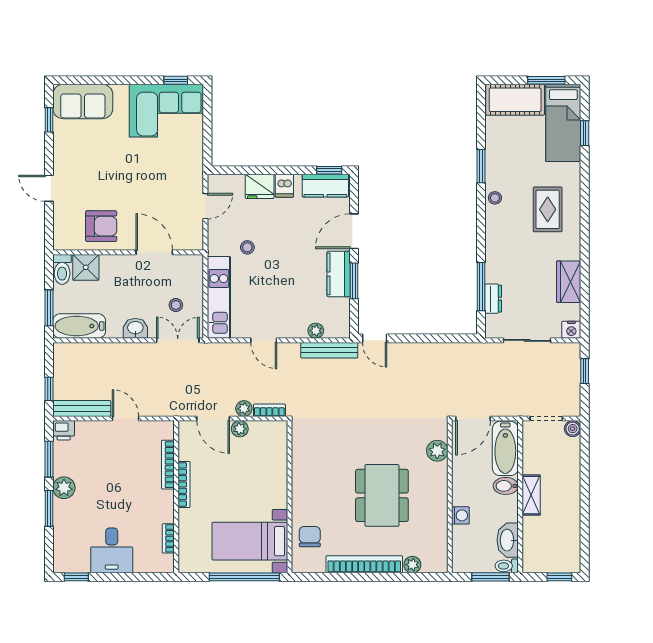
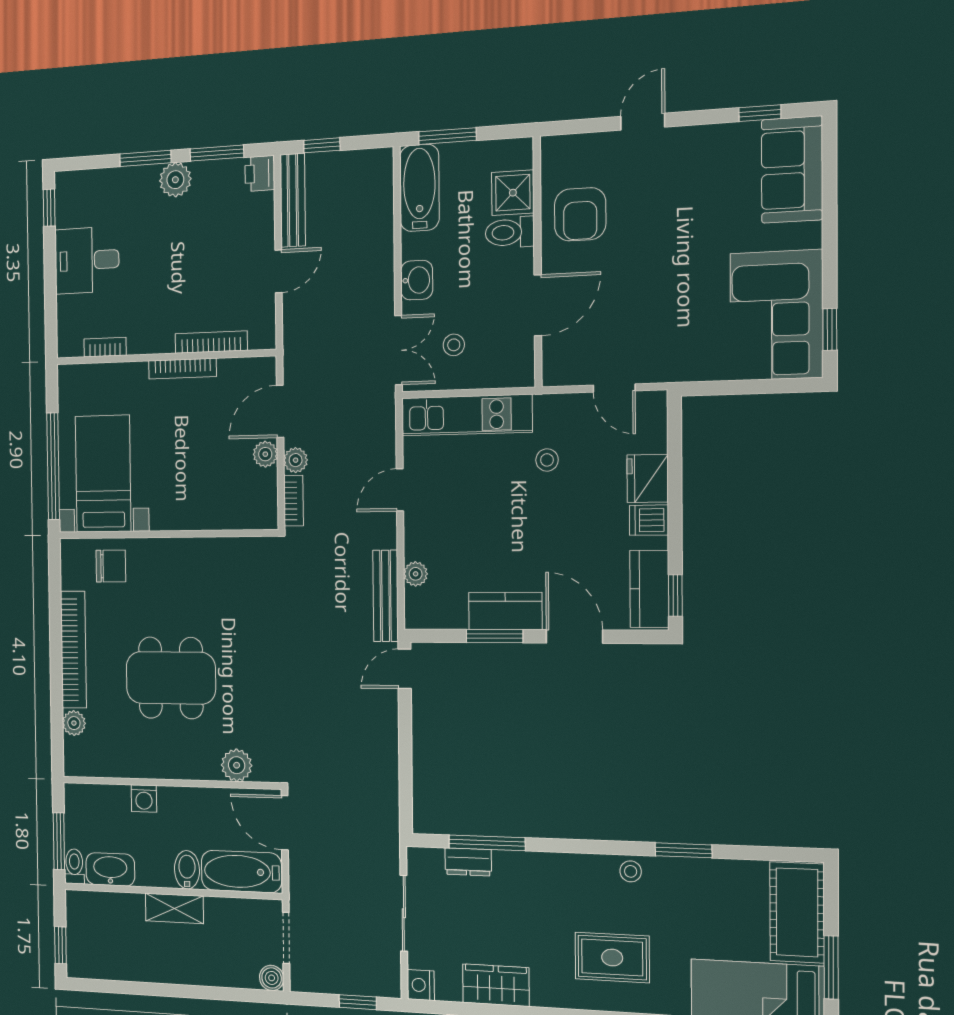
toilet: (62, 269) -> (510, 232), moved

